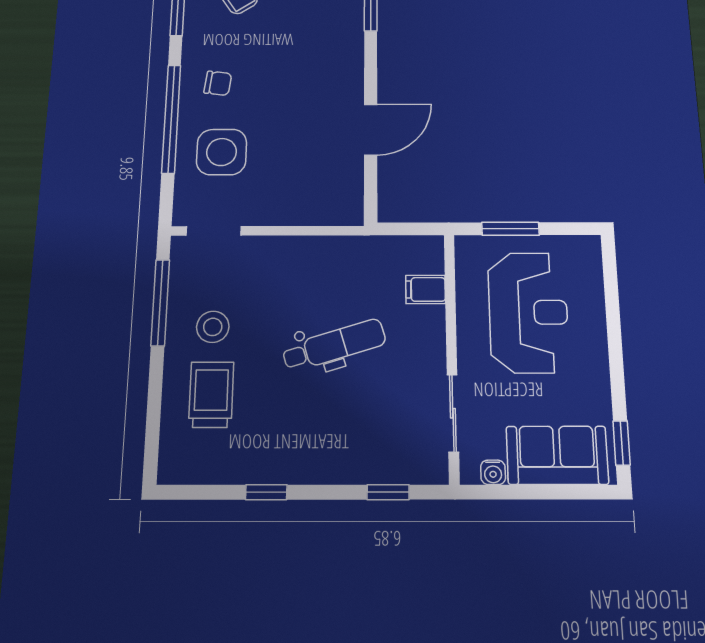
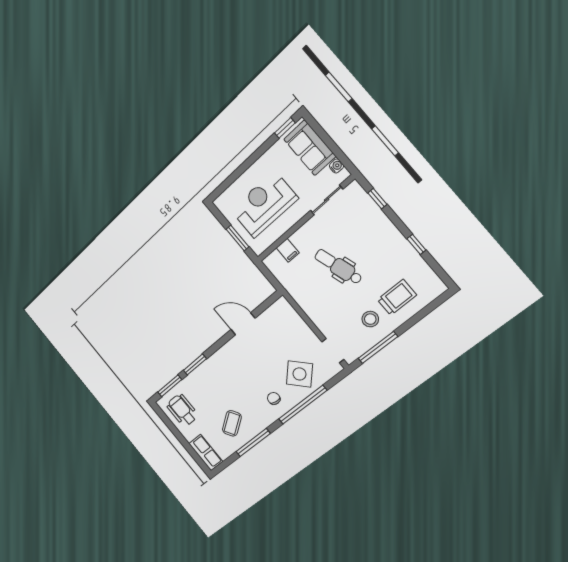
side table: (222, 152) -> (299, 374), turned 45
trolley: (211, 395) -> (397, 297), turned 180

